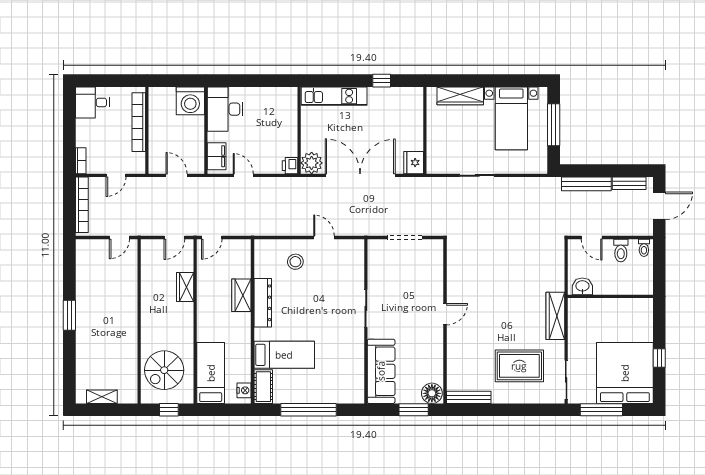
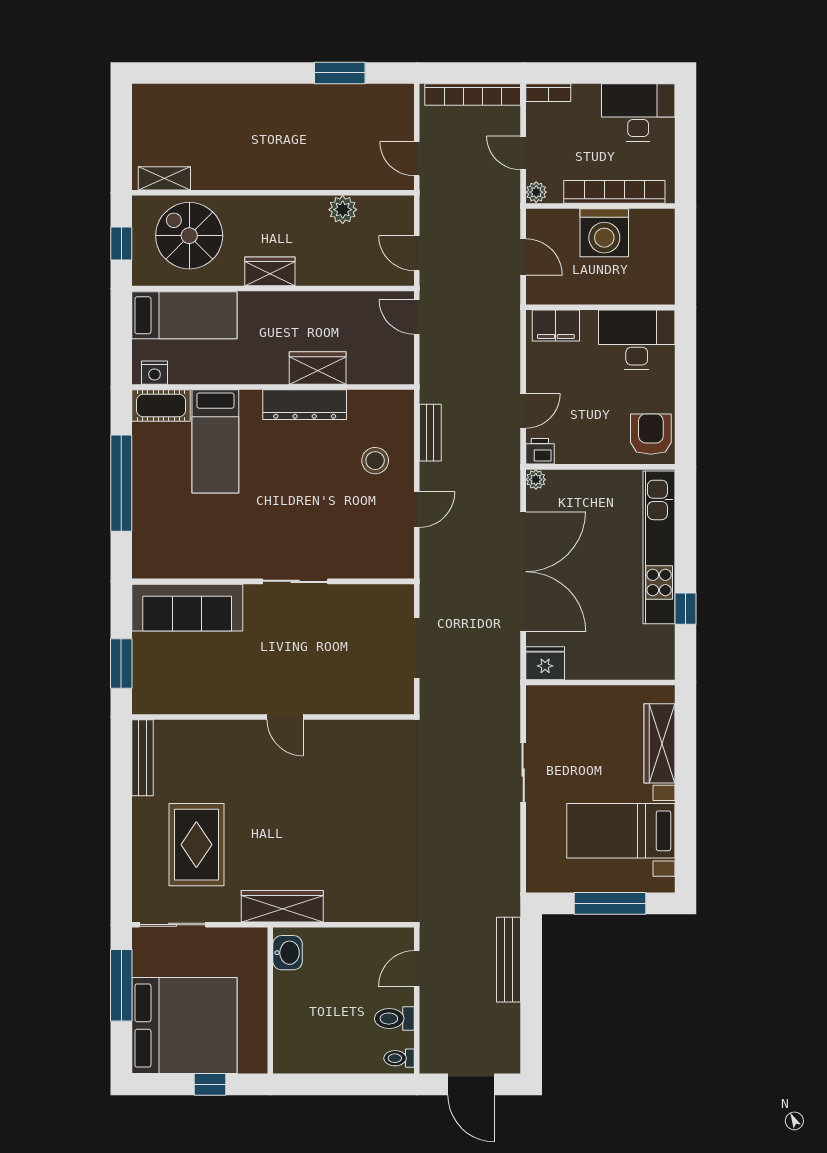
kitchen unit: (334, 96) -> (659, 547), width x1.36
washing machine: (190, 101) -> (604, 233), moved, turned -90
armchair: (280, 101) -> (651, 434), added
desk: (92, 102) -> (638, 112), width x1.37
plant: (312, 163) -> (536, 480), width x0.53, depth x0.53
plant: (139, 168) -> (536, 192), added
door: (177, 175) -> (523, 257), hinge flipped
door: (243, 175) -> (523, 411), moved
bench: (629, 183) -> (430, 433), moved
plant: (149, 281) -> (343, 210), added
washbasin: (582, 286) -> (288, 953), moved
wardrobe: (185, 287) -> (270, 271), moved
wall: (610, 296) -> (270, 1001), moved
window: (69, 315) -> (340, 73), moved
floor lamp: (432, 393) -> (150, 695), removed
shelving: (102, 397) -> (164, 178), moved, turned 90

